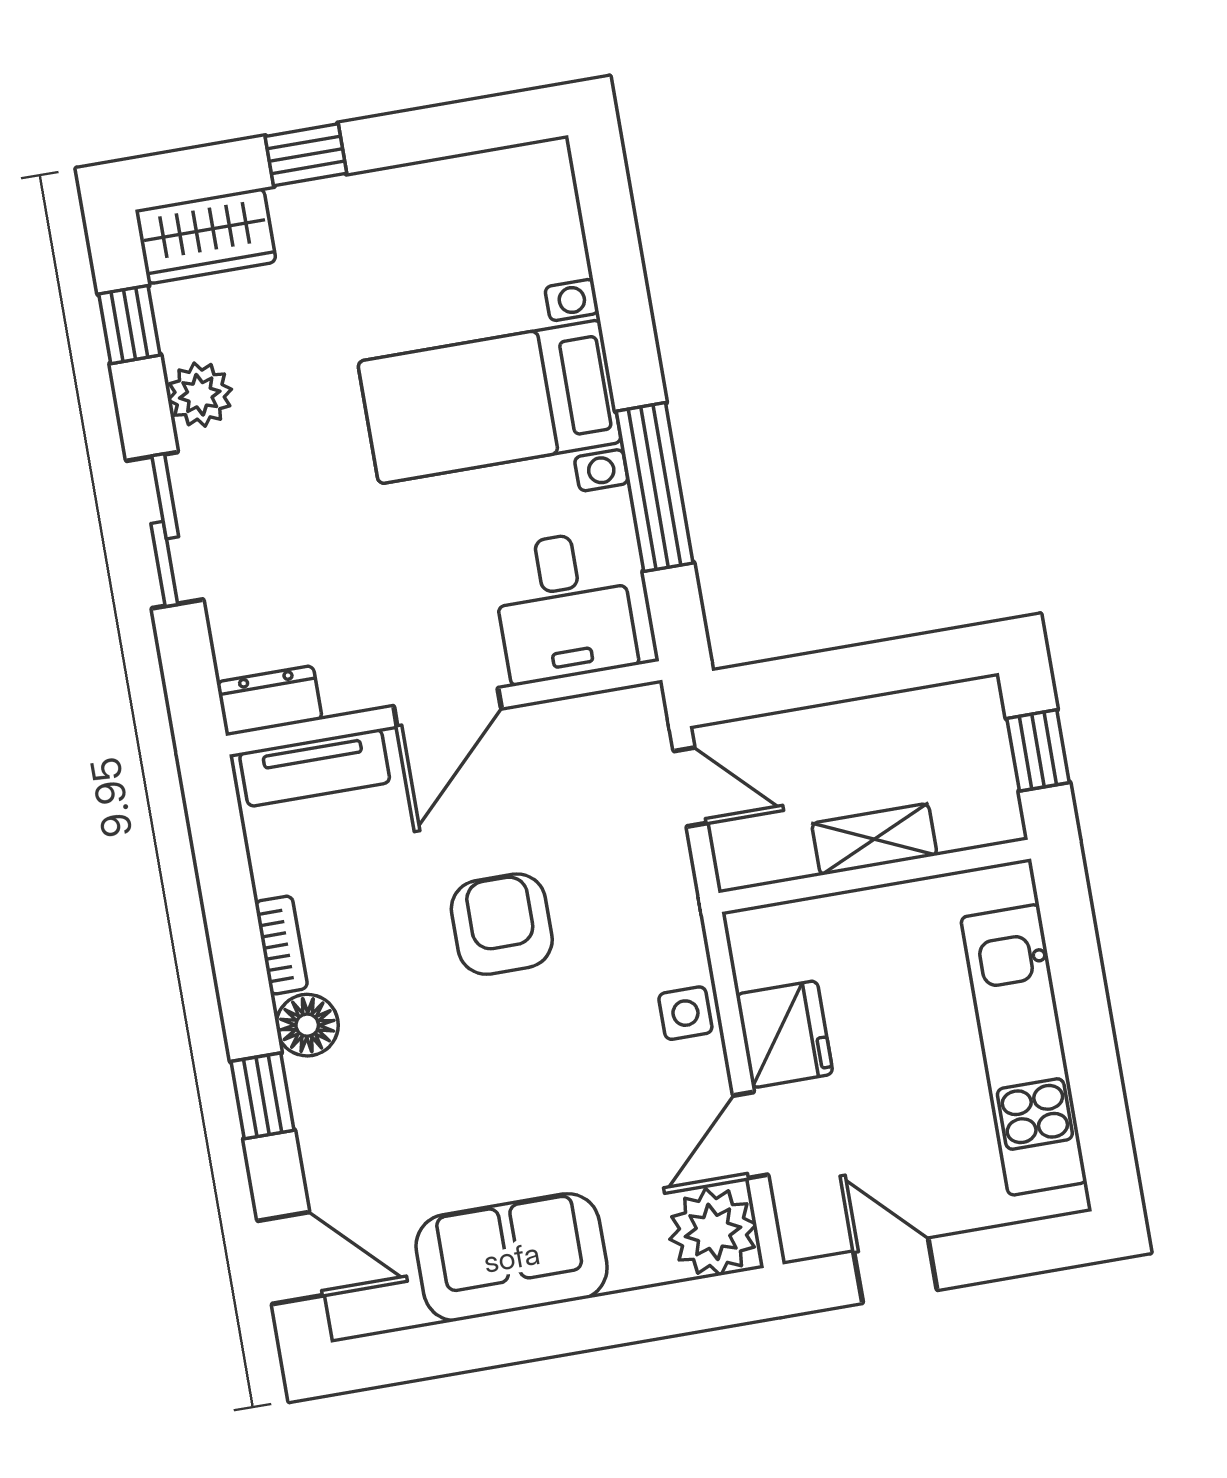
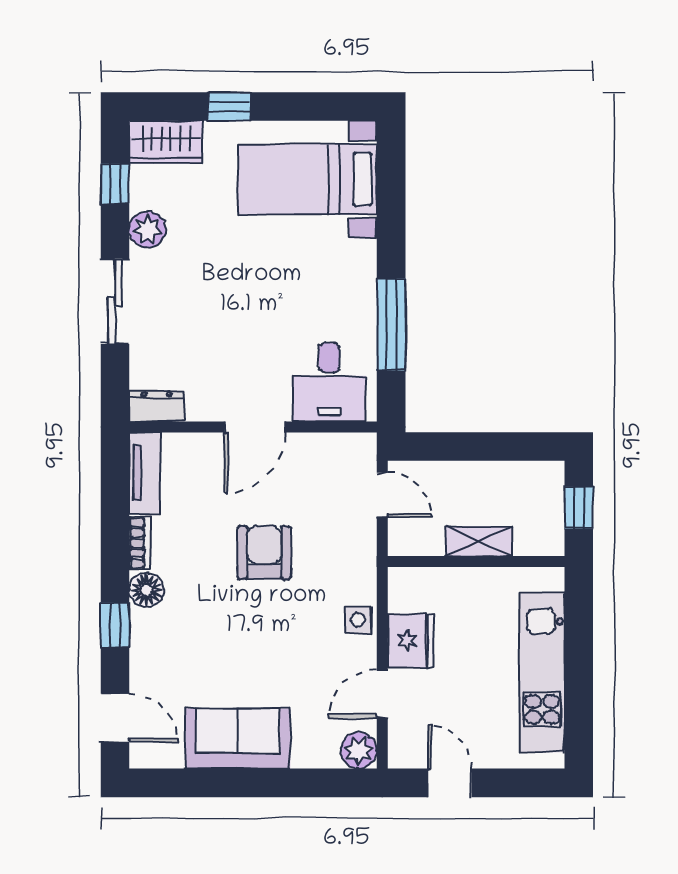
bed with nightstands: (489, 402) -> (308, 179), moved
tv unit: (315, 768) -> (145, 473), moved, turned -90
plant: (713, 1232) -> (359, 750), width x0.73, depth x0.73

